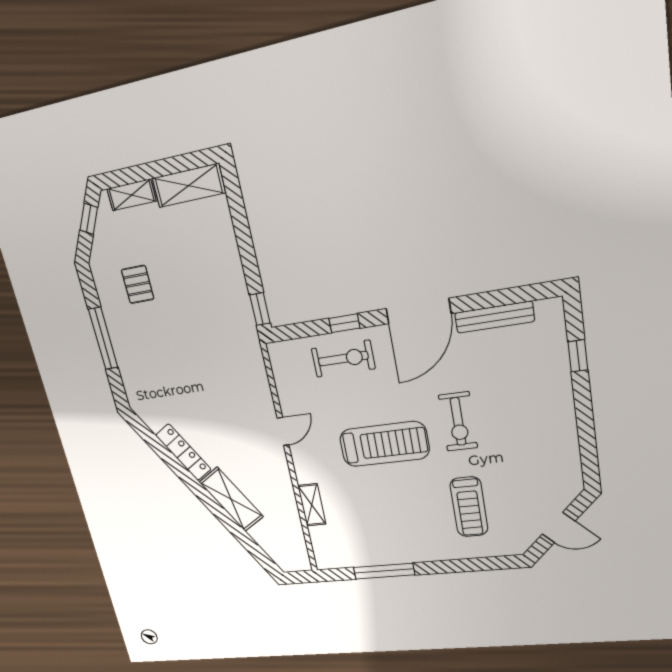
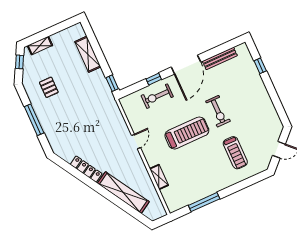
shelving: (189, 186) -> (88, 54), moved, turned 90
exercise bike: (343, 359) -> (157, 96), turned 180
shelving: (231, 499) -> (123, 193), width x1.47

